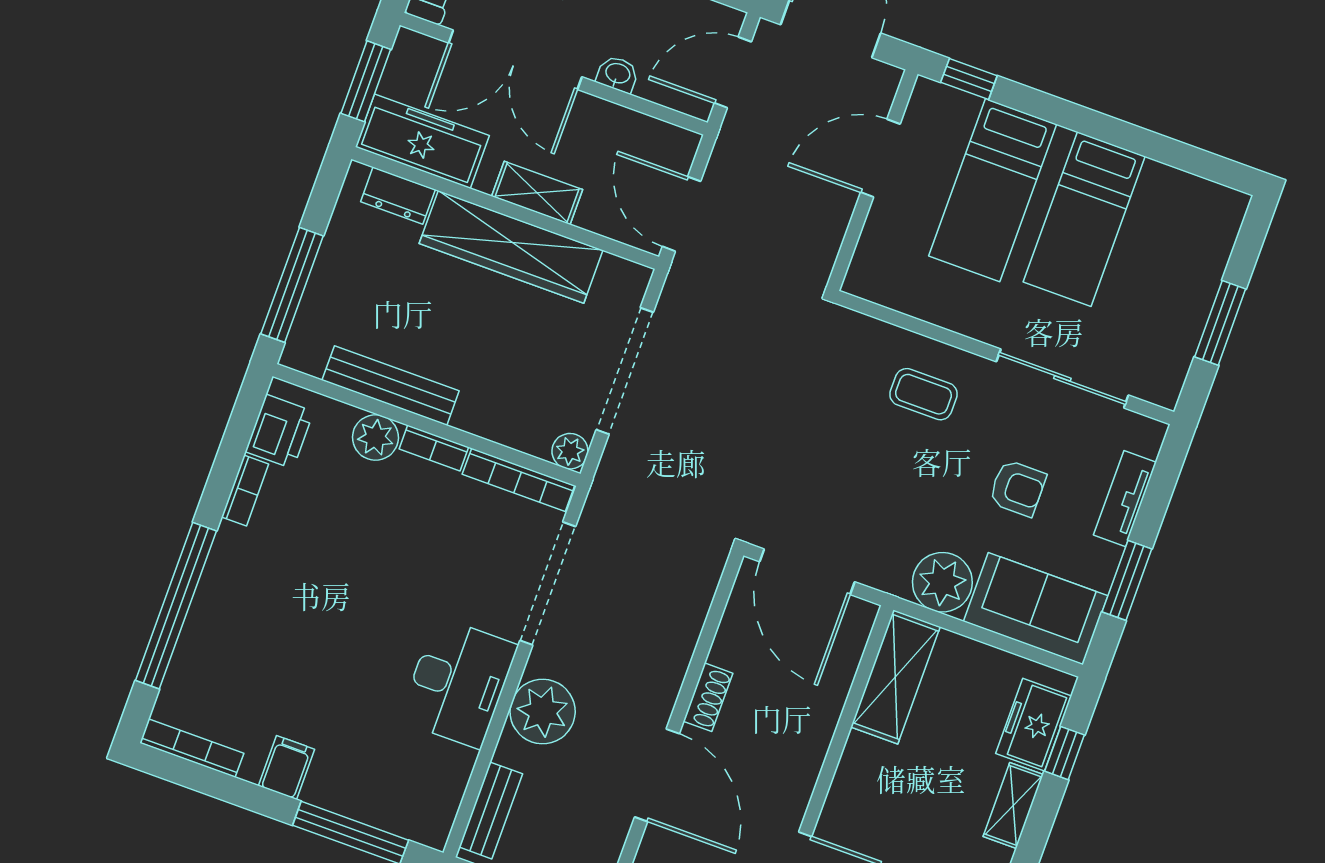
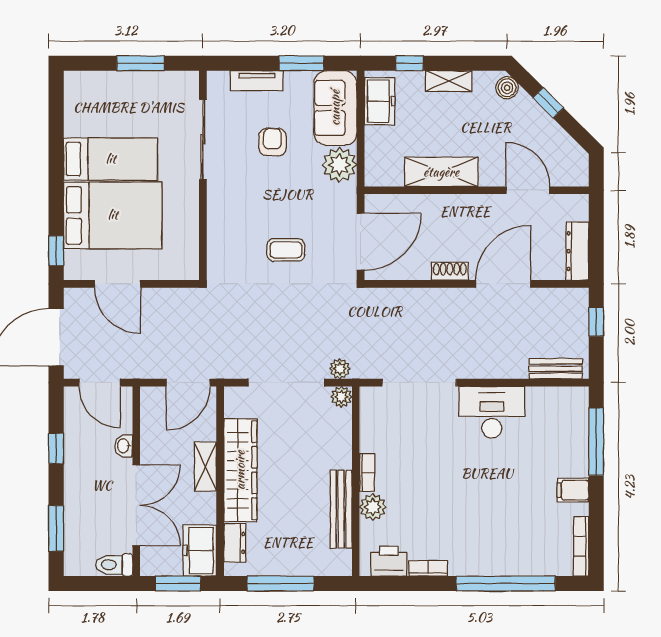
freezer: (422, 141) -> (200, 551), width x0.71
bed: (993, 190) -> (113, 215), width x1.50
window: (292, 285) -> (280, 584), moved
coffee table: (924, 394) -> (286, 250), moved, turned 90
bookcase: (518, 480) -> (368, 420), removed
shelving: (895, 677) -> (441, 172), moved
plant: (543, 712) -> (340, 369), moved, width x0.53, depth x0.53
freezer: (1034, 725) -> (380, 101), moved, turned -90

